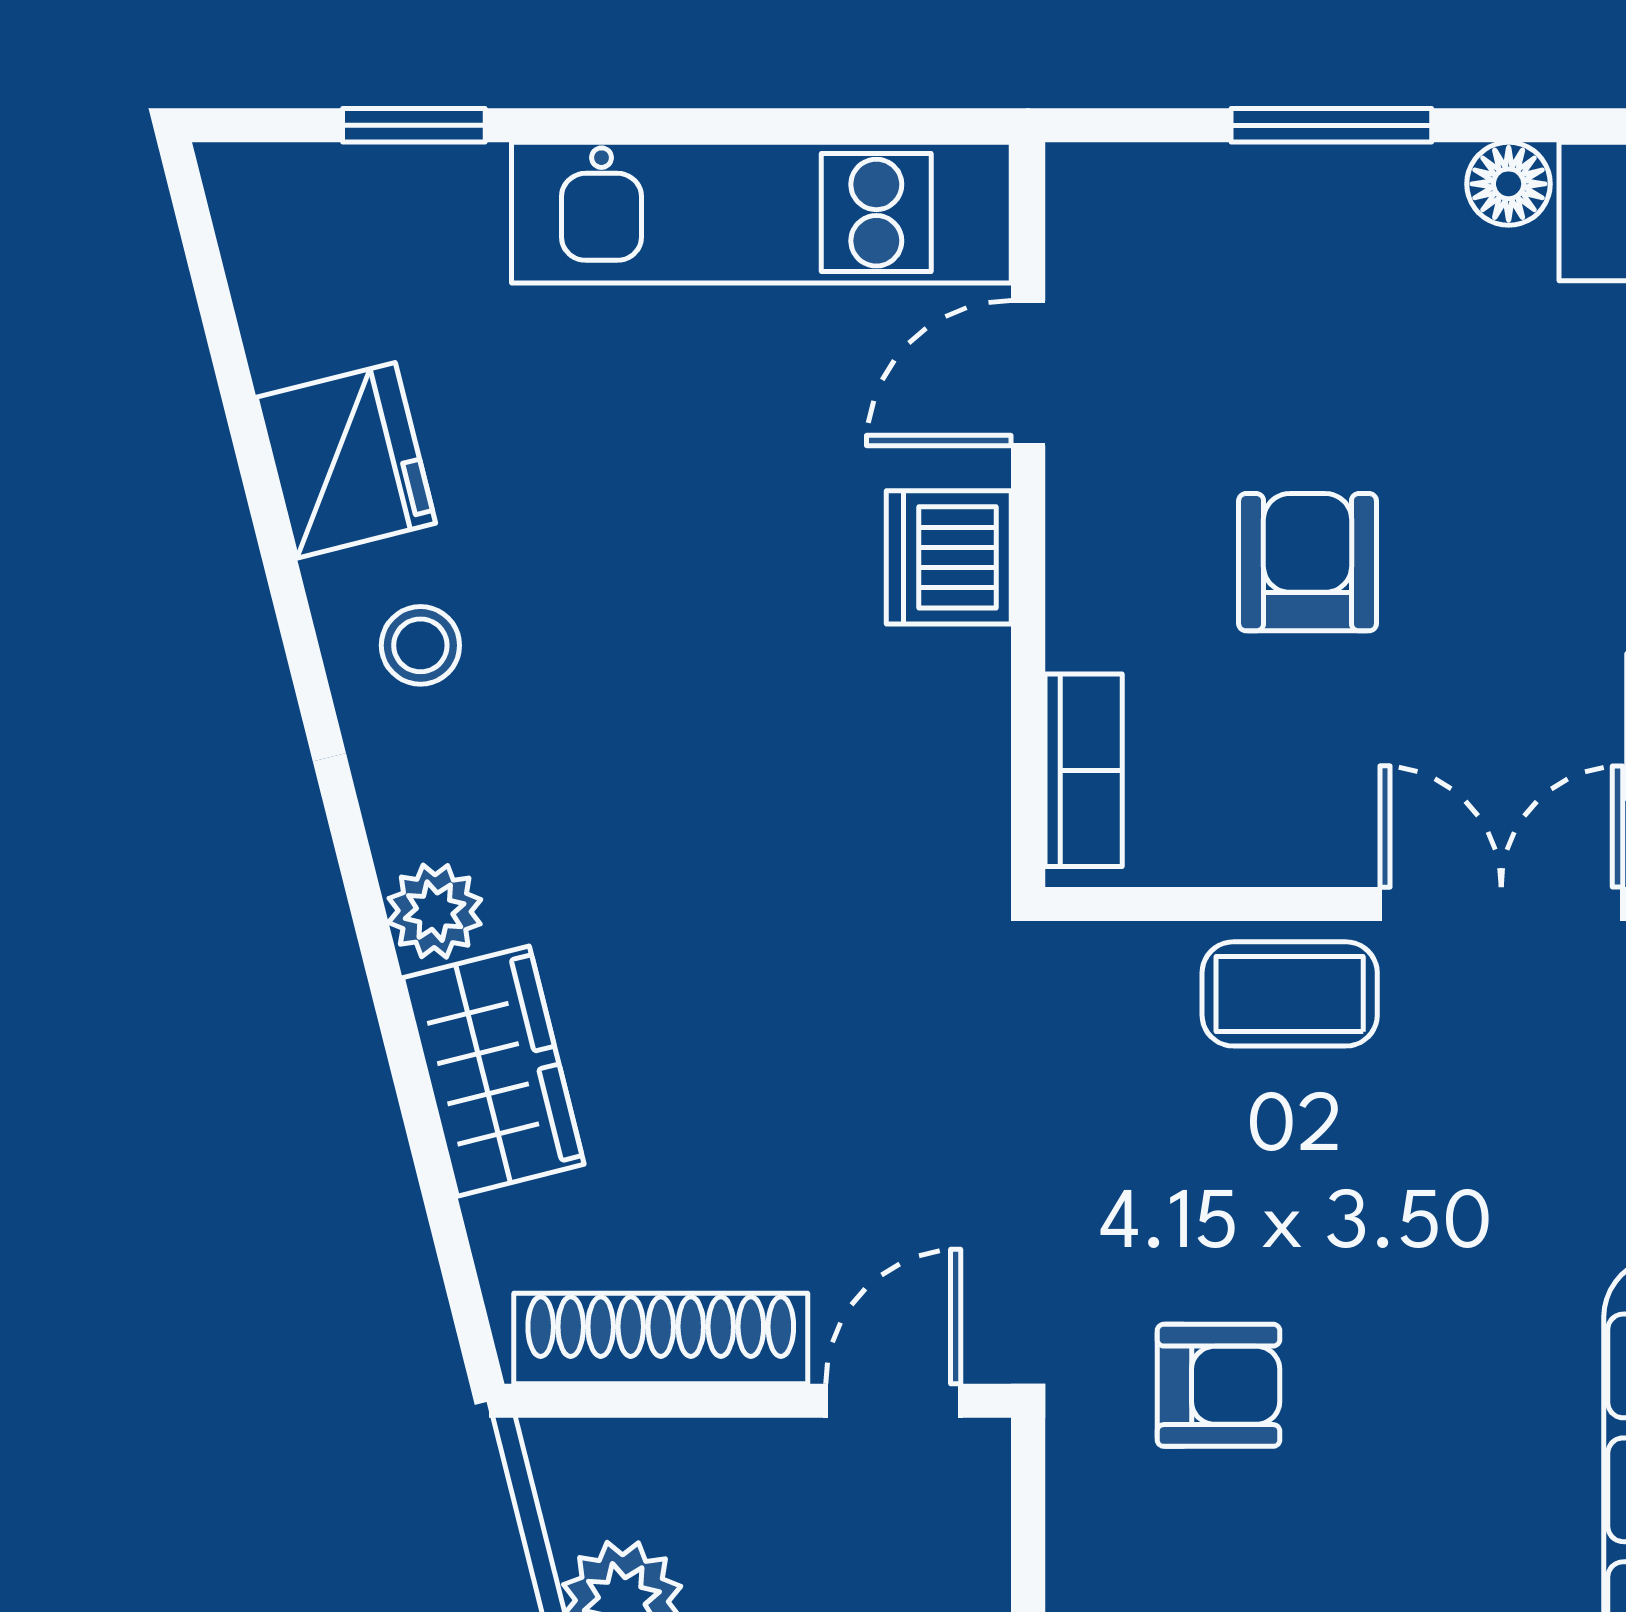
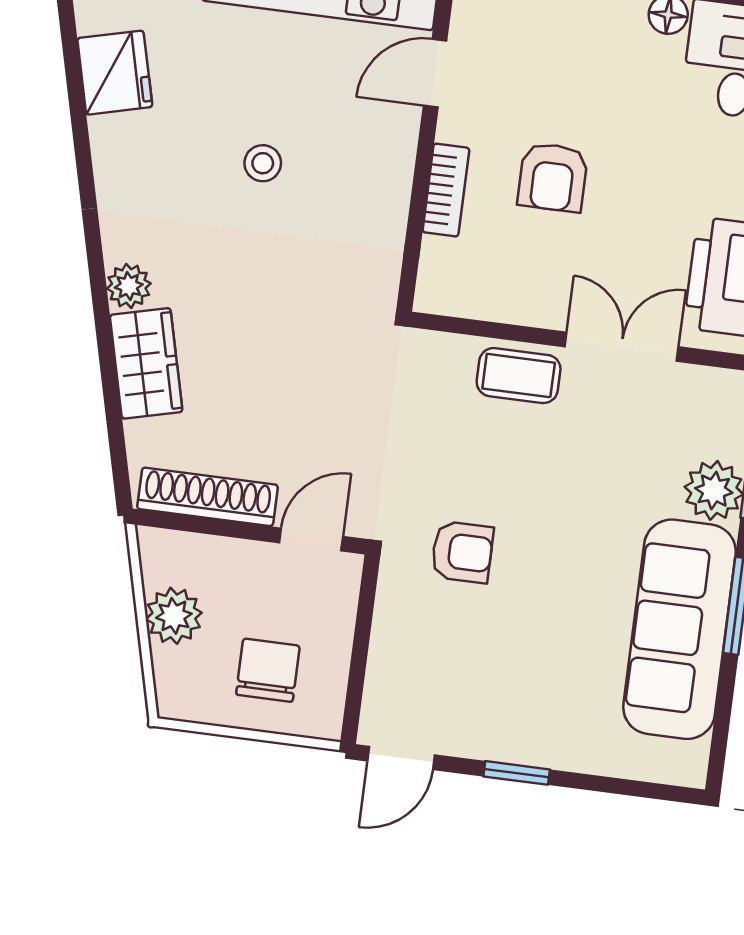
dishwasher: (949, 557) -> (387, 154), removed
armchair: (1308, 562) -> (553, 177), turned 180
stool: (420, 645) -> (263, 163), moved
bookcase: (1084, 770) -> (446, 190), moved

